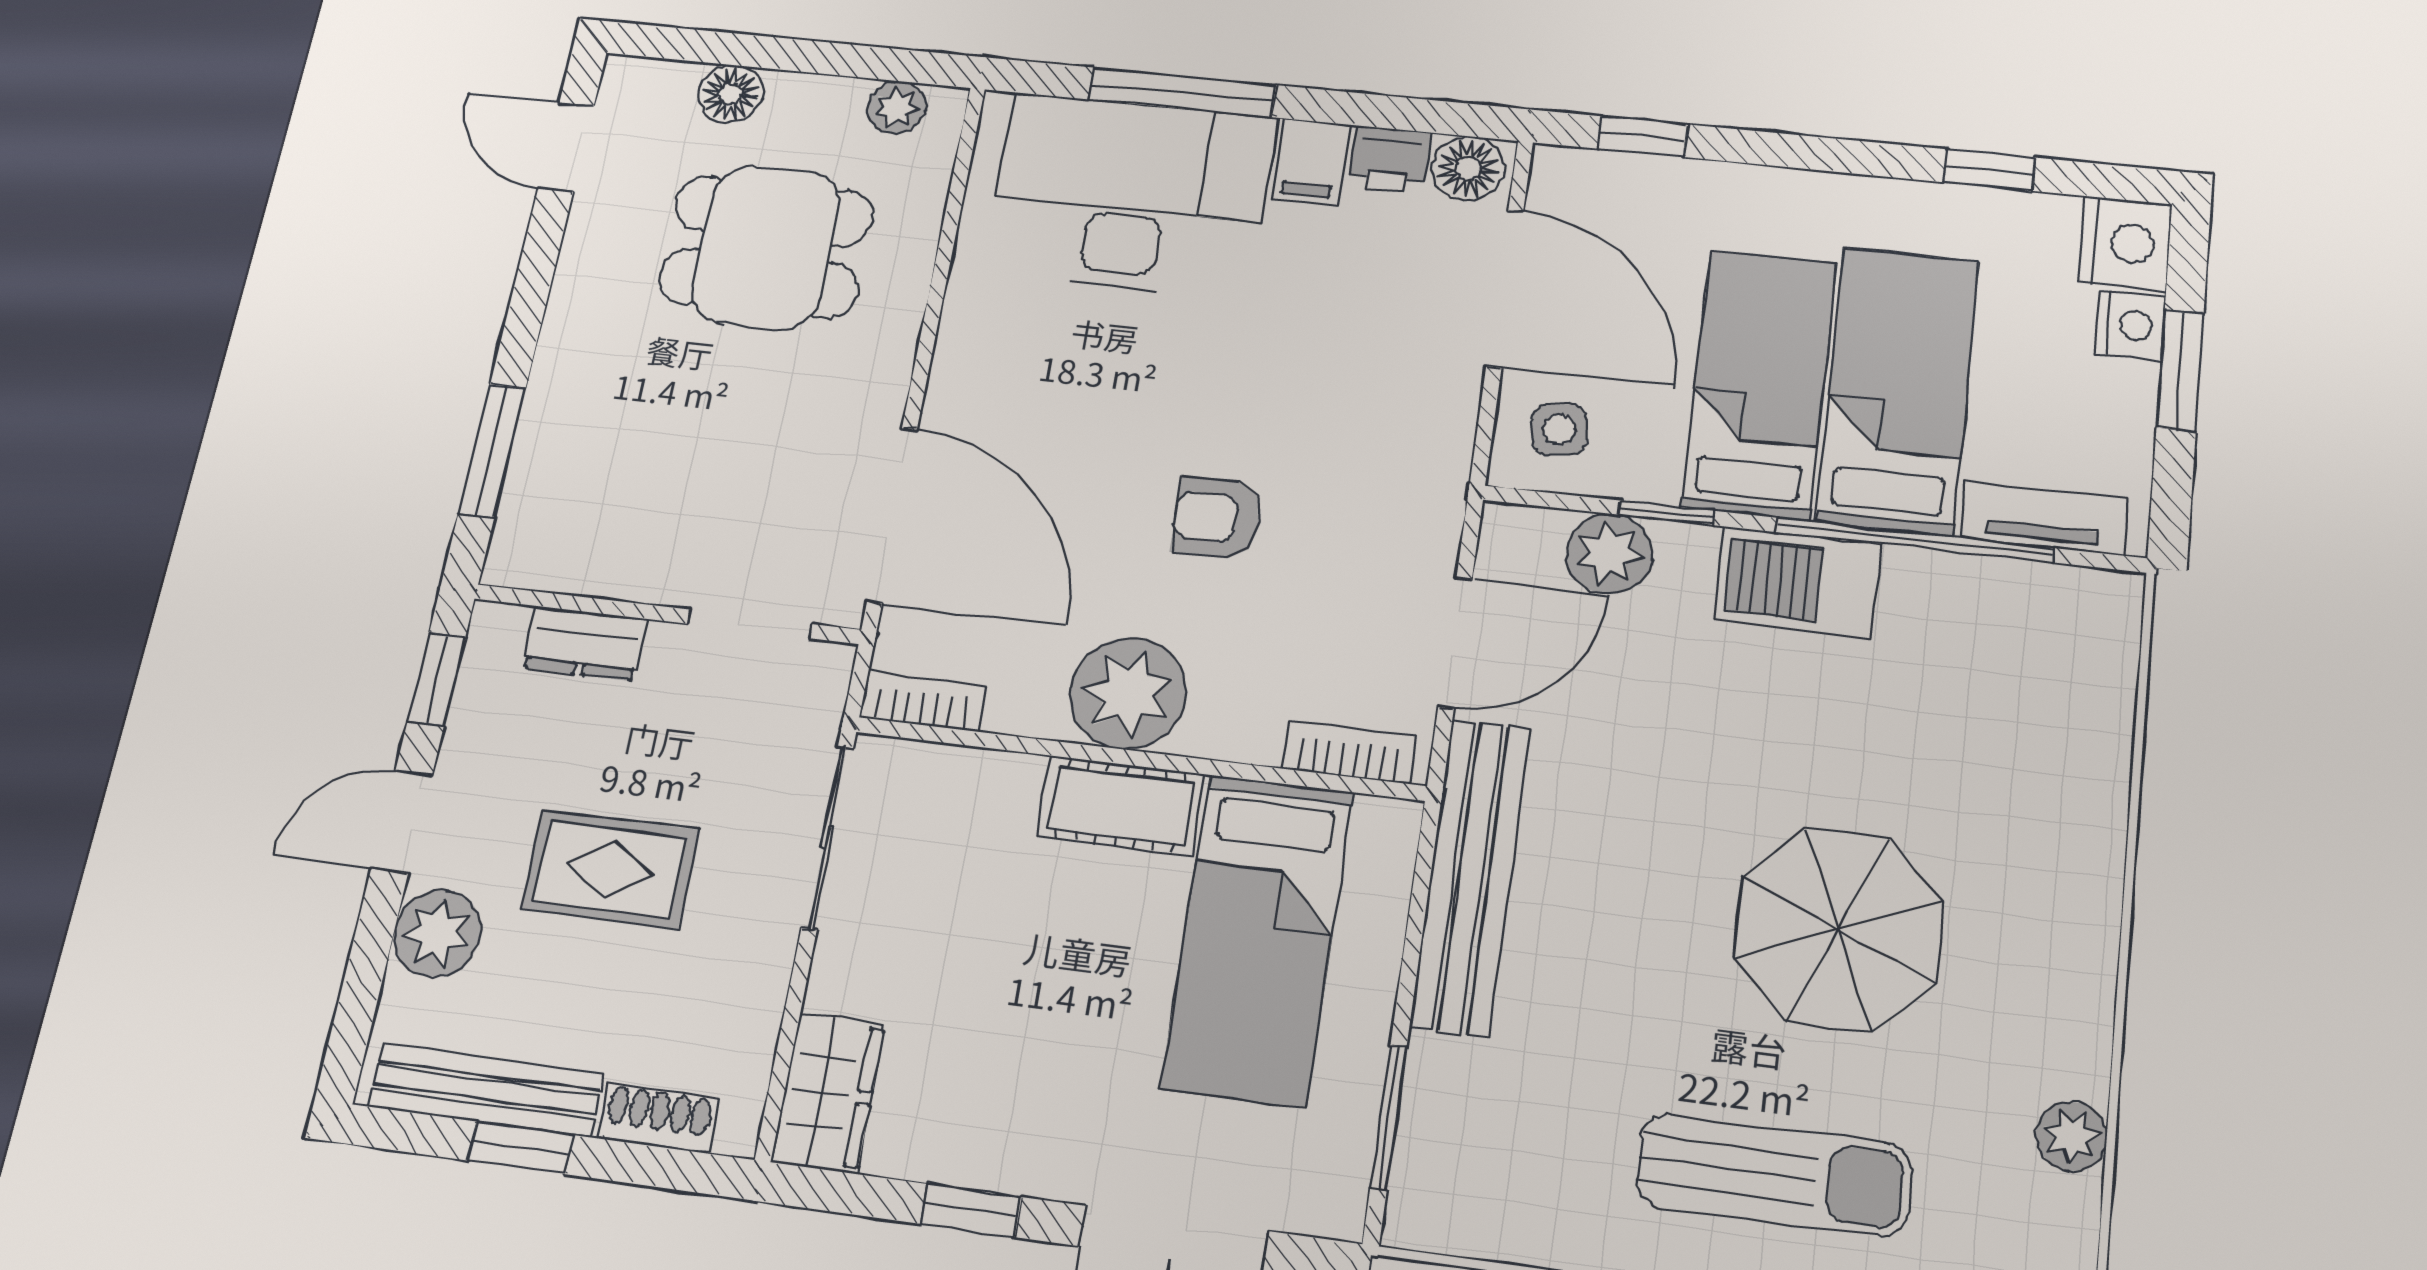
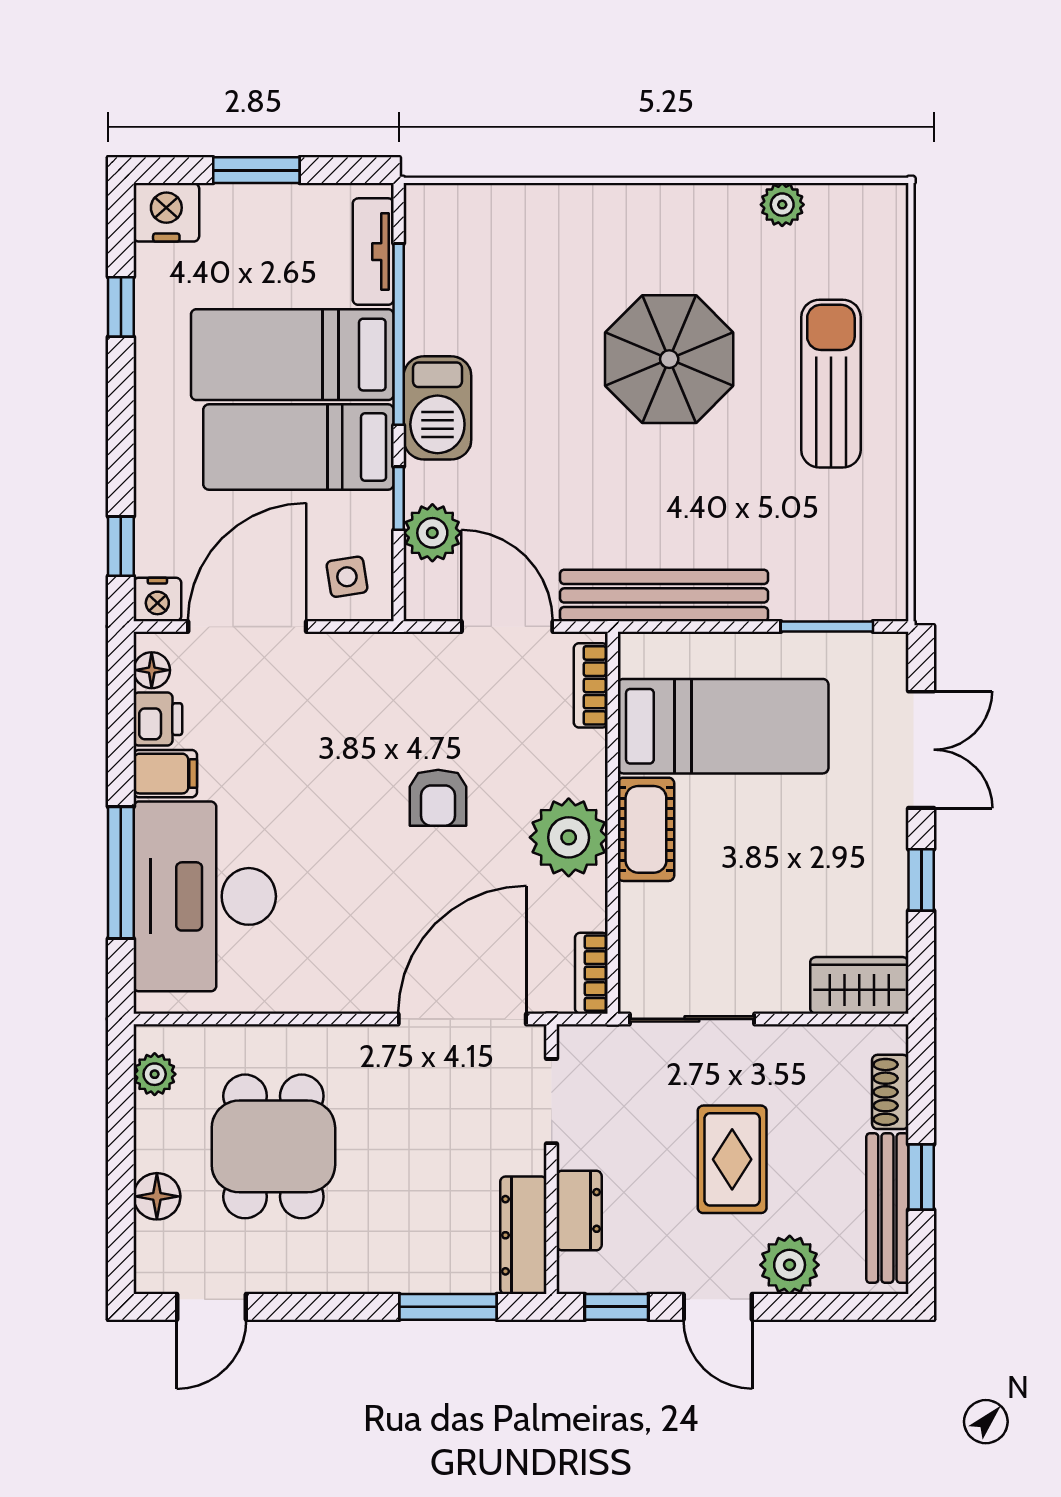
floor lamp: (1468, 168) -> (152, 670), width x0.73, depth x0.73
nightstand: (2131, 325) -> (157, 599), moved, turned 180
dresser: (568, 563) -> (523, 1235), added

